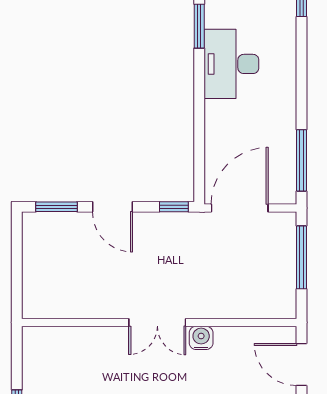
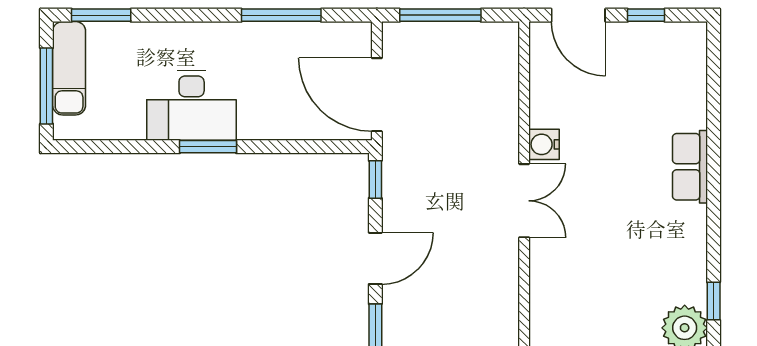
window: (199, 26) -> (208, 147), moved
window: (302, 160) -> (281, 15), moved
door: (302, 365) -> (578, 15), hinge flipped

